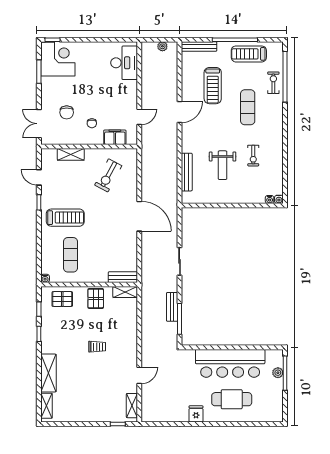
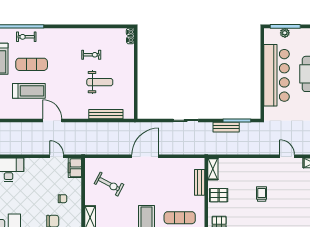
exercise mat: (248, 107) -> (32, 64), moved
filing cabinet: (115, 137) -> (75, 168), moved
bench: (123, 277) -> (200, 182), moved

